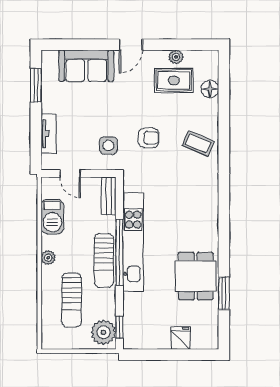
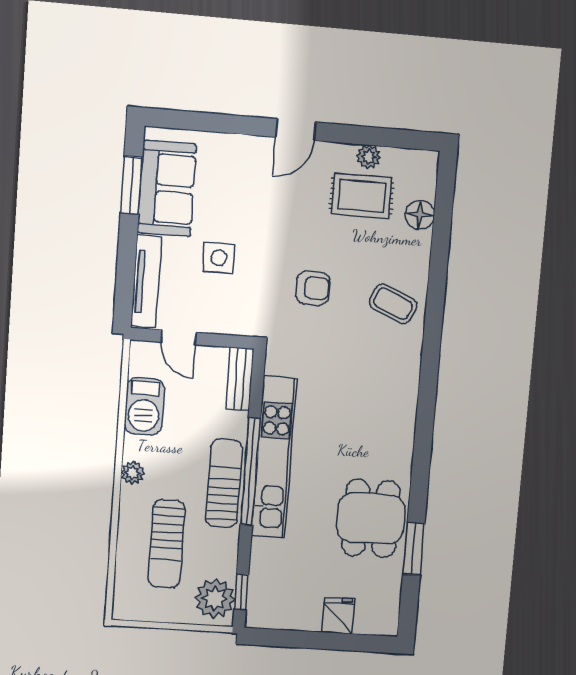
sofa: (86, 66) -> (167, 188), moved, turned -90
tv unit: (49, 134) -> (146, 282), width x1.41
side table: (108, 145) -> (219, 258), moved
sun lounger: (104, 260) -> (224, 483), turned 180

